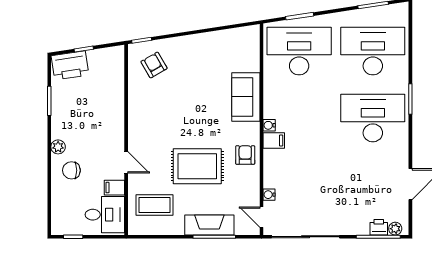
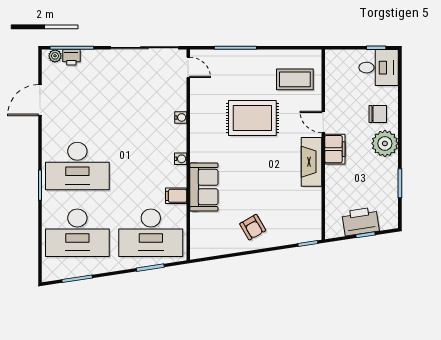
printer: (70, 65) -> (360, 221), moved
armchair: (154, 65) -> (253, 227), moved
filing cabinet: (274, 140) -> (176, 196), moved
plant: (58, 147) -> (385, 143), width x1.87, depth x1.87
armchair: (245, 155) -> (205, 129), removed
filing cabinet: (114, 188) -> (335, 149), moved, width x2.00
water cooler: (269, 195) -> (181, 117), moved
desk: (105, 215) -> (379, 68), moved, turned 180
fireplace: (209, 225) -> (311, 162), moved, turned 90

